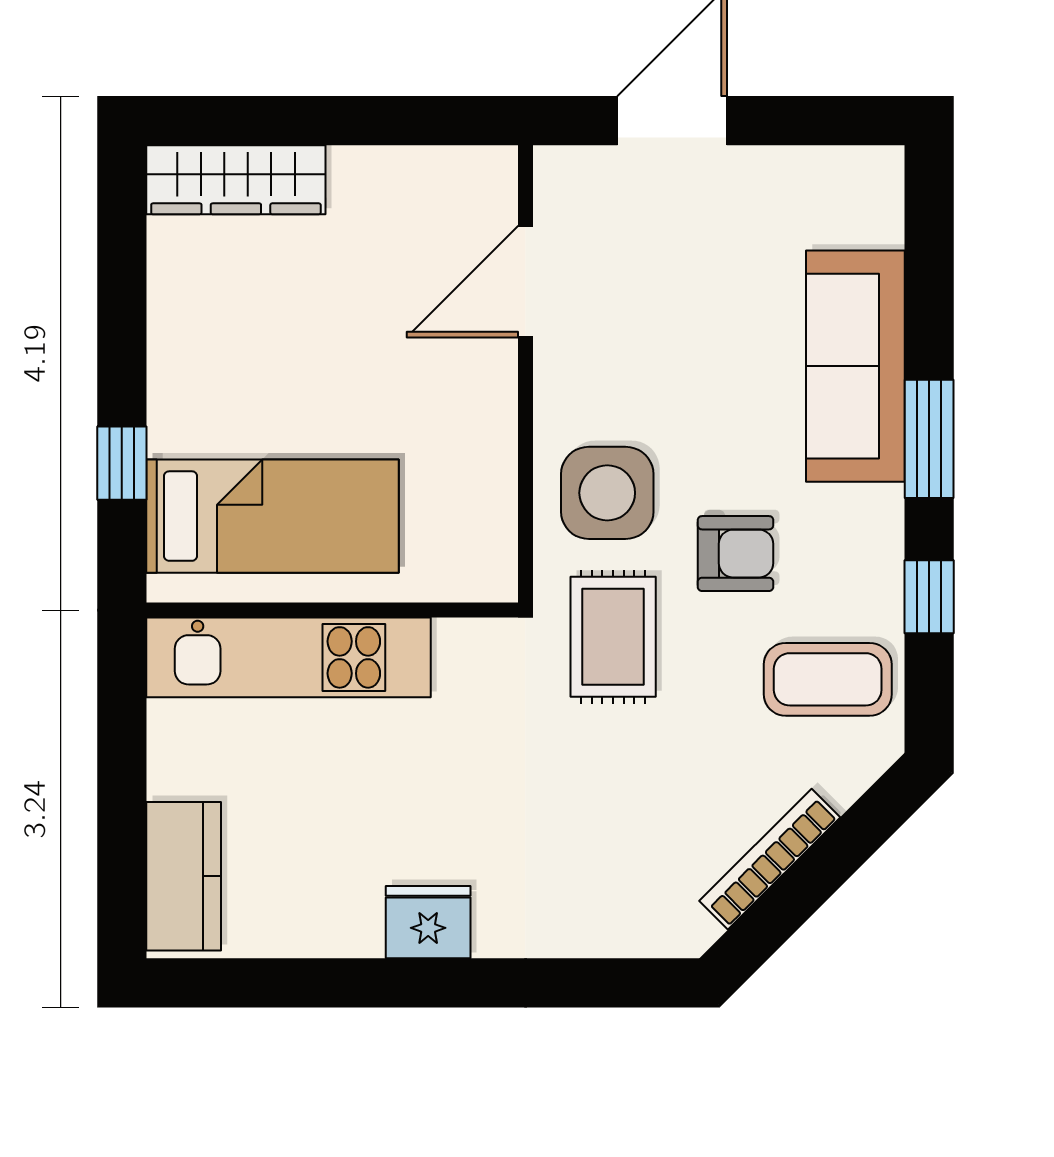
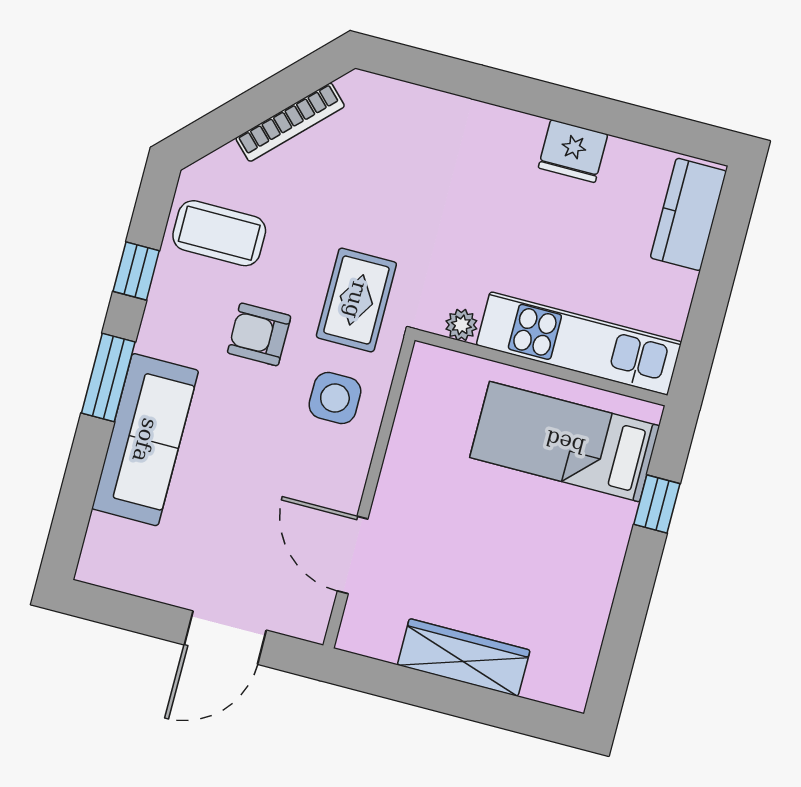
wardrobe: (236, 180) -> (464, 658), moved
door: (526, 282) -> (353, 555), swing flipped
side table: (607, 493) -> (335, 398), width x0.73, depth x0.73
plant: (458, 640) -> (461, 325), added
fridge: (428, 922) -> (573, 151), moved

